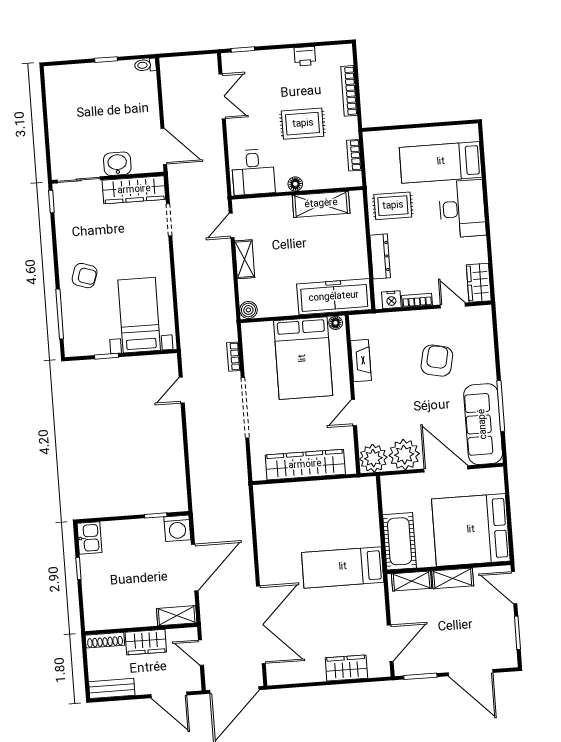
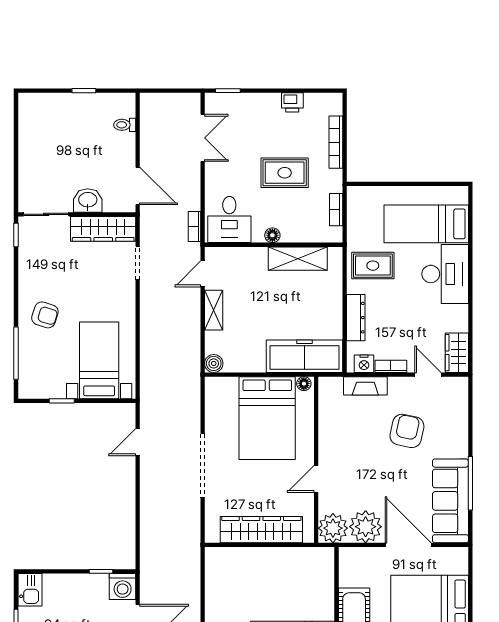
toilet: (145, 65) -> (125, 125), moved
bookcase: (233, 357) -> (195, 227), moved
fireplace: (361, 361) -> (365, 386), moved, turned 90

